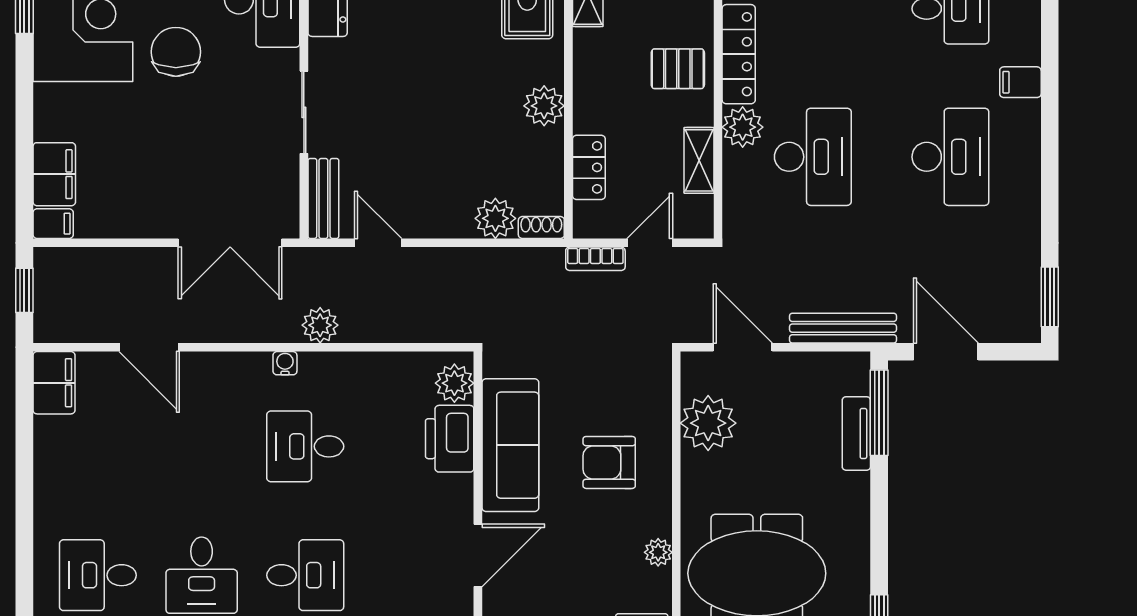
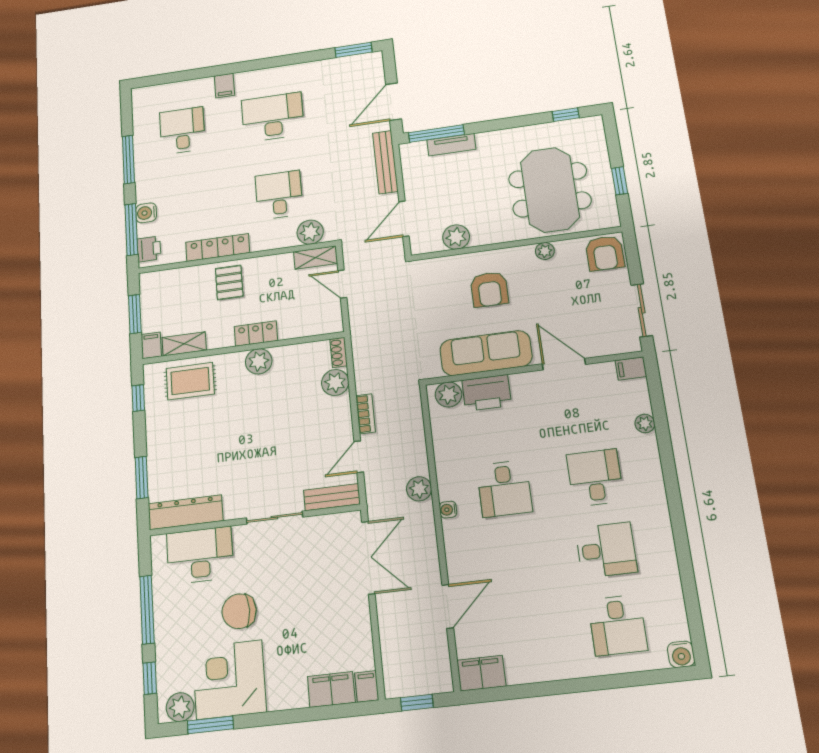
plant: (743, 127) -> (310, 232), moved
desk: (813, 157) -> (279, 195), width x0.73
shelving: (699, 160) -> (316, 258), moved
locker: (589, 167) -> (256, 334), moved
bookcase: (595, 259) -> (366, 414), moved
plant: (708, 423) -> (456, 237), width x0.73, depth x0.73

